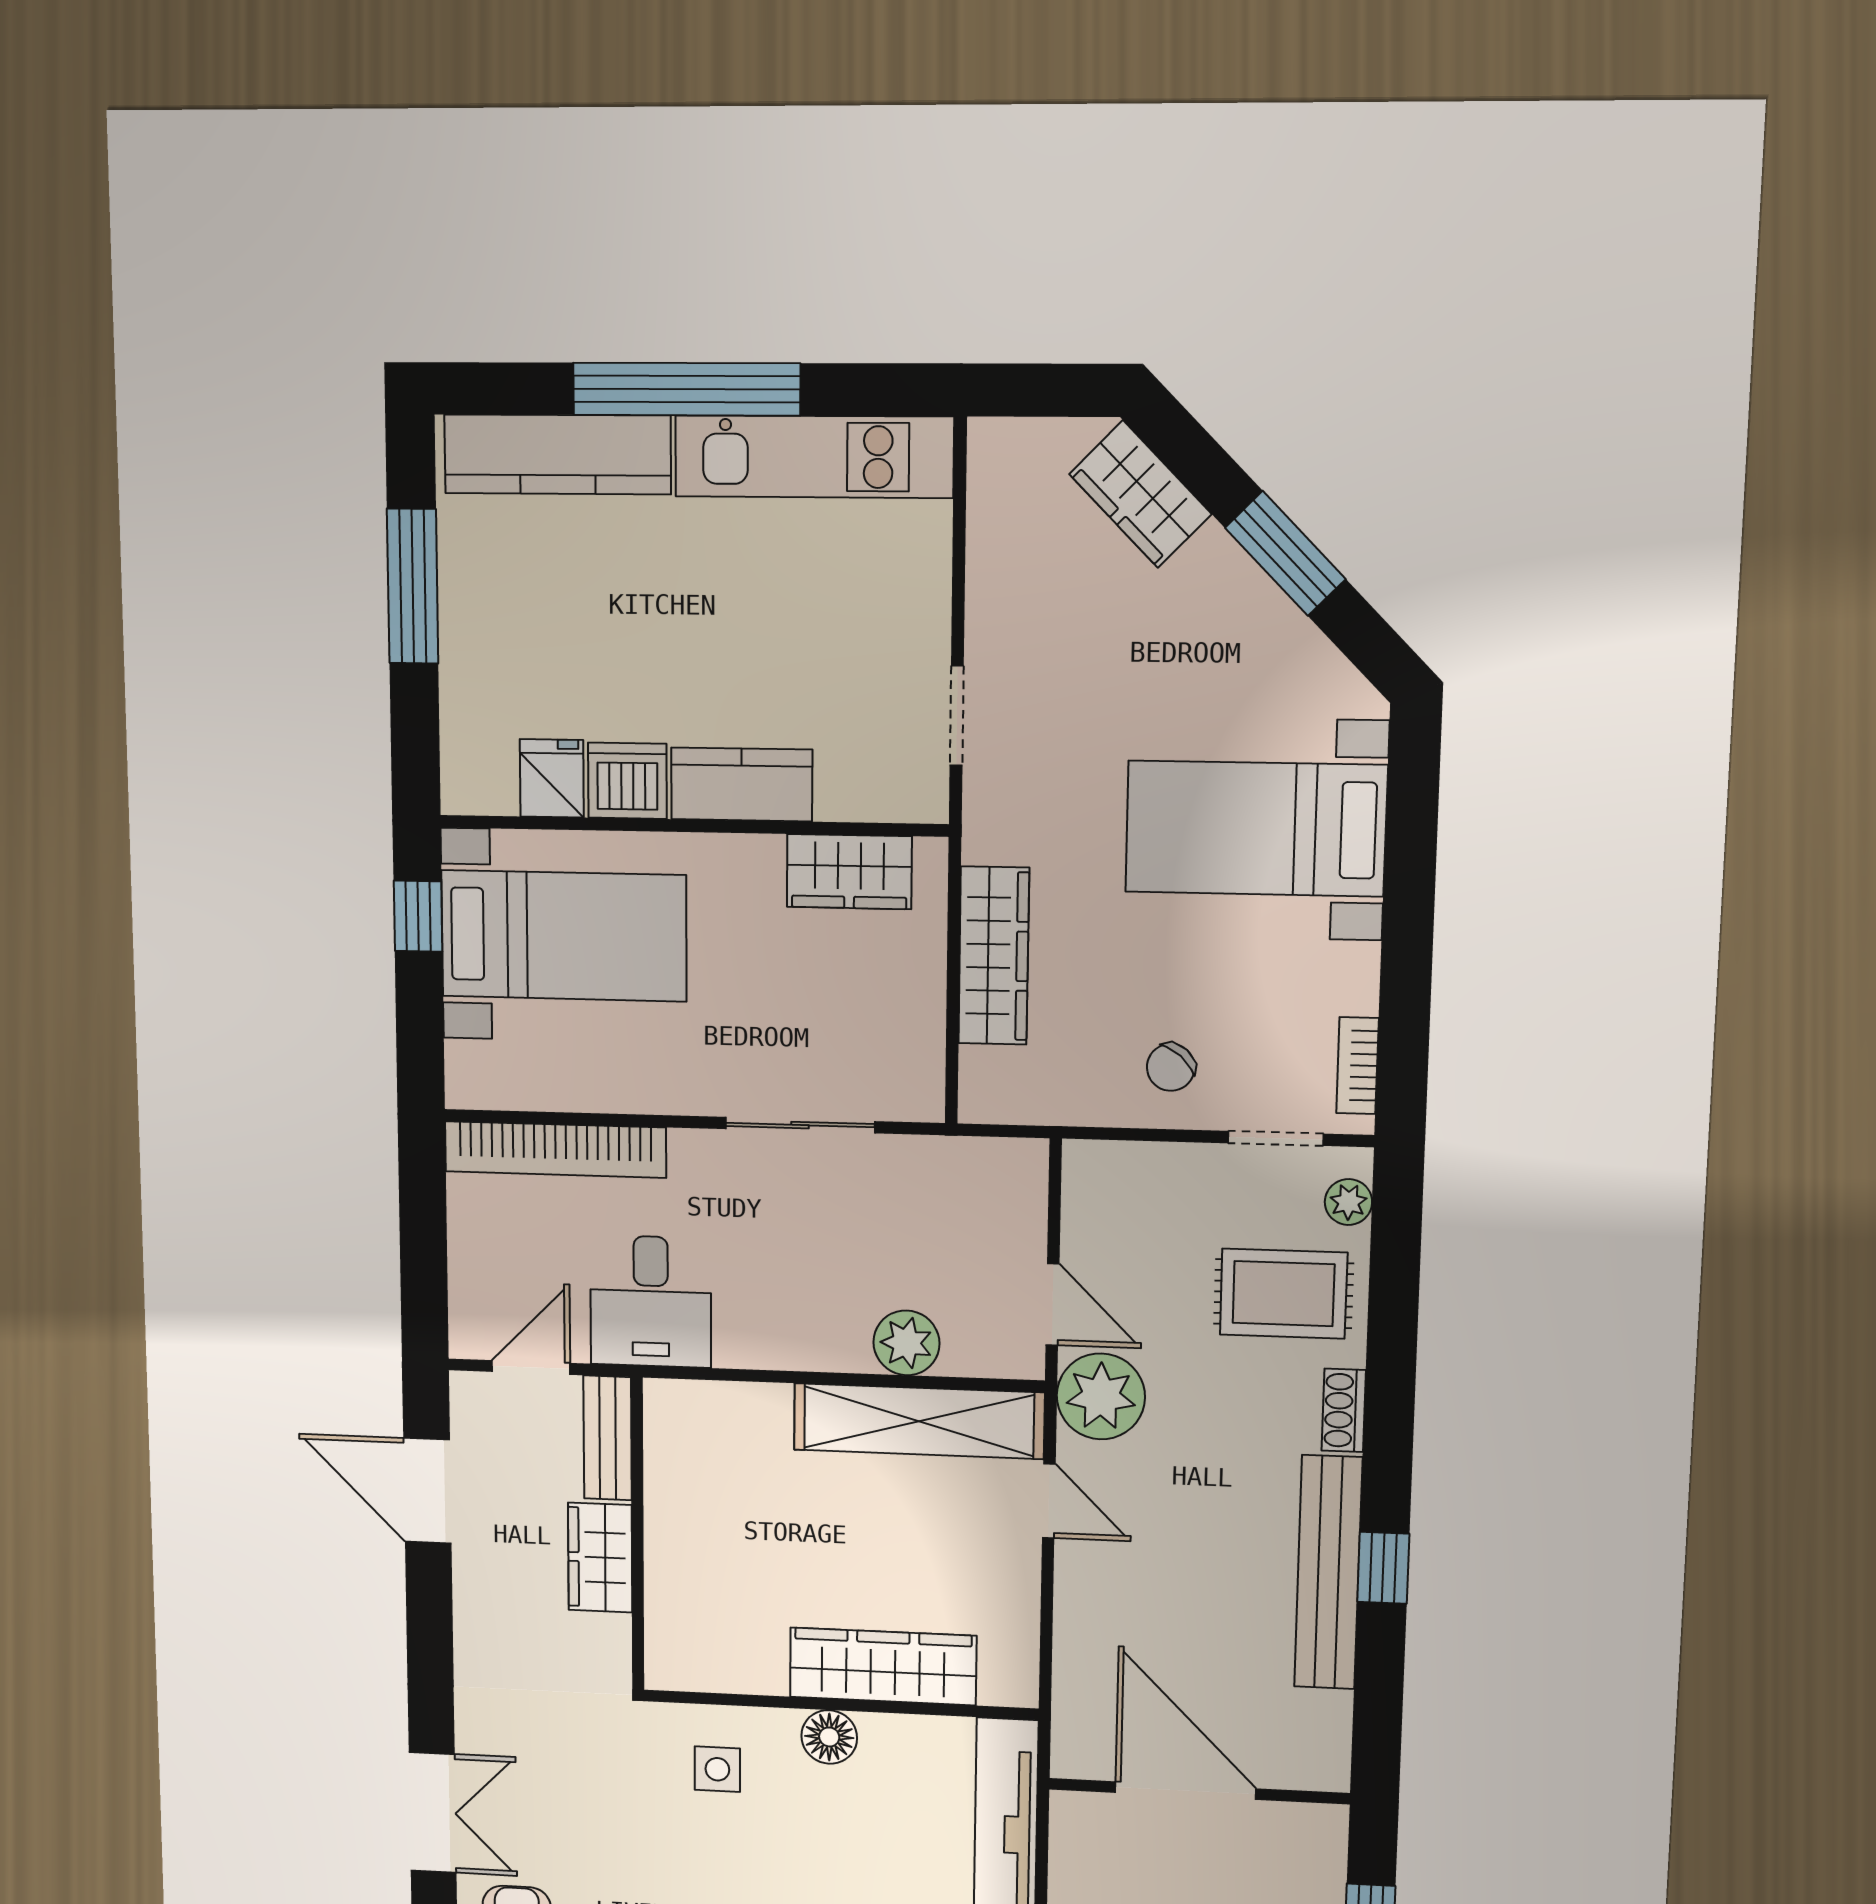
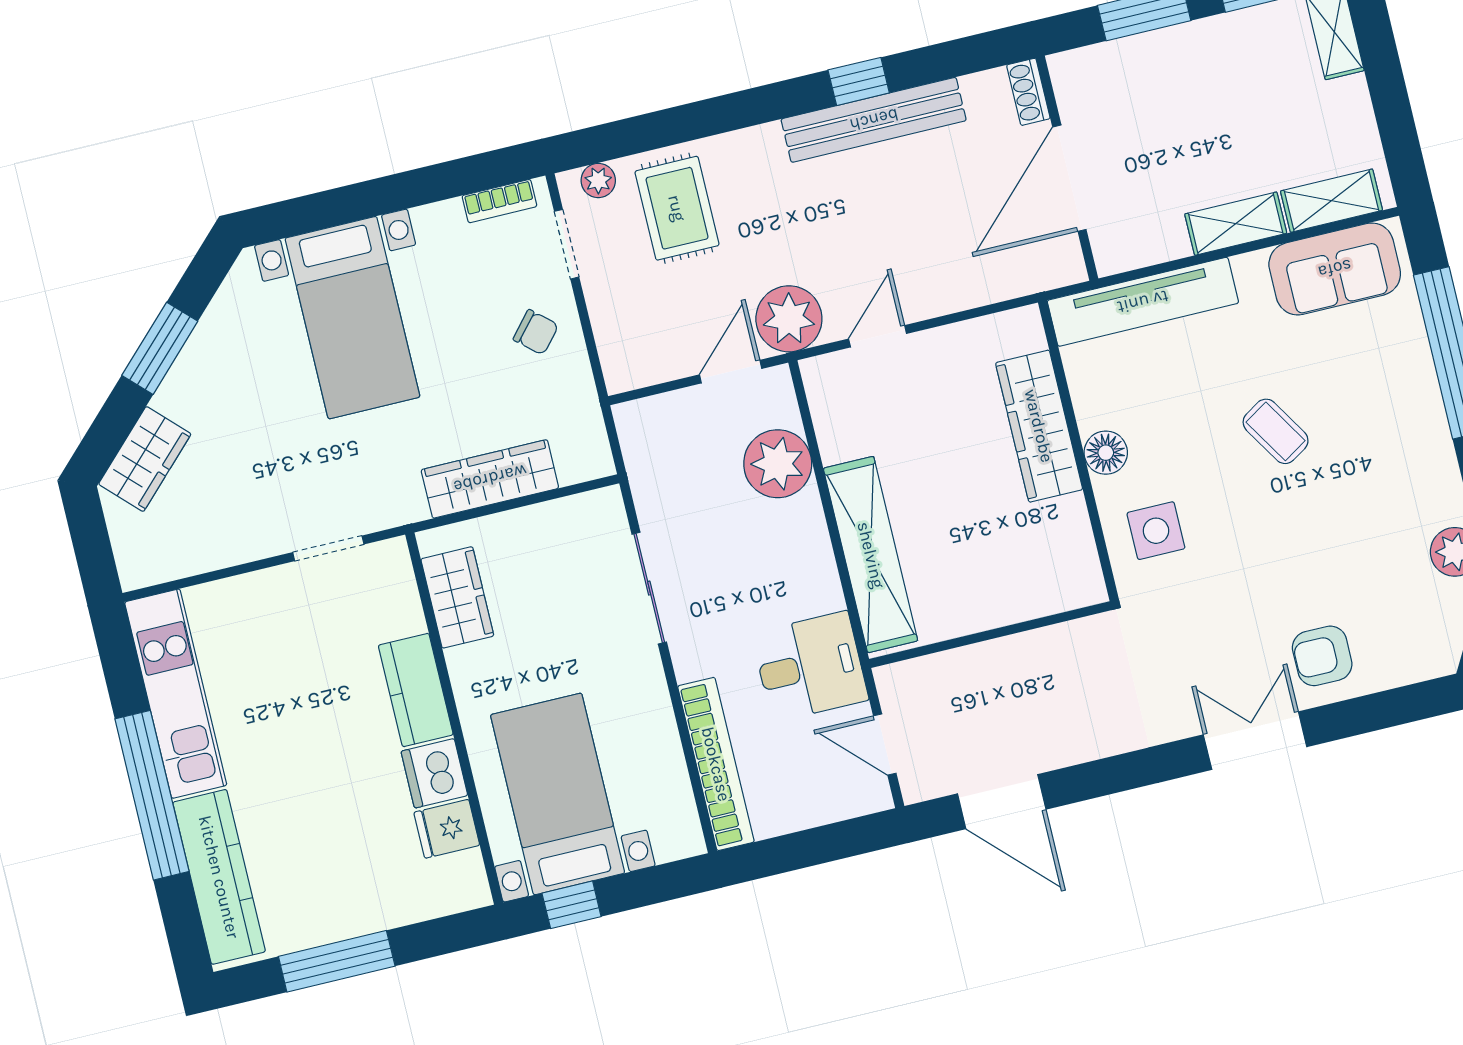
plant: (906, 1343) -> (778, 464), width x1.36, depth x1.36
shoe rack: (1344, 1410) -> (1028, 92), moved, turned 90
shelving: (919, 1421) -> (871, 555), moved
bench: (607, 1438) -> (922, 675), removed
door: (427, 1491) -> (1002, 802), hinge flipped
wardrobe: (600, 1558) -> (1016, 659), removed
side table: (717, 1769) -> (1156, 531), width x1.37, depth x1.37

